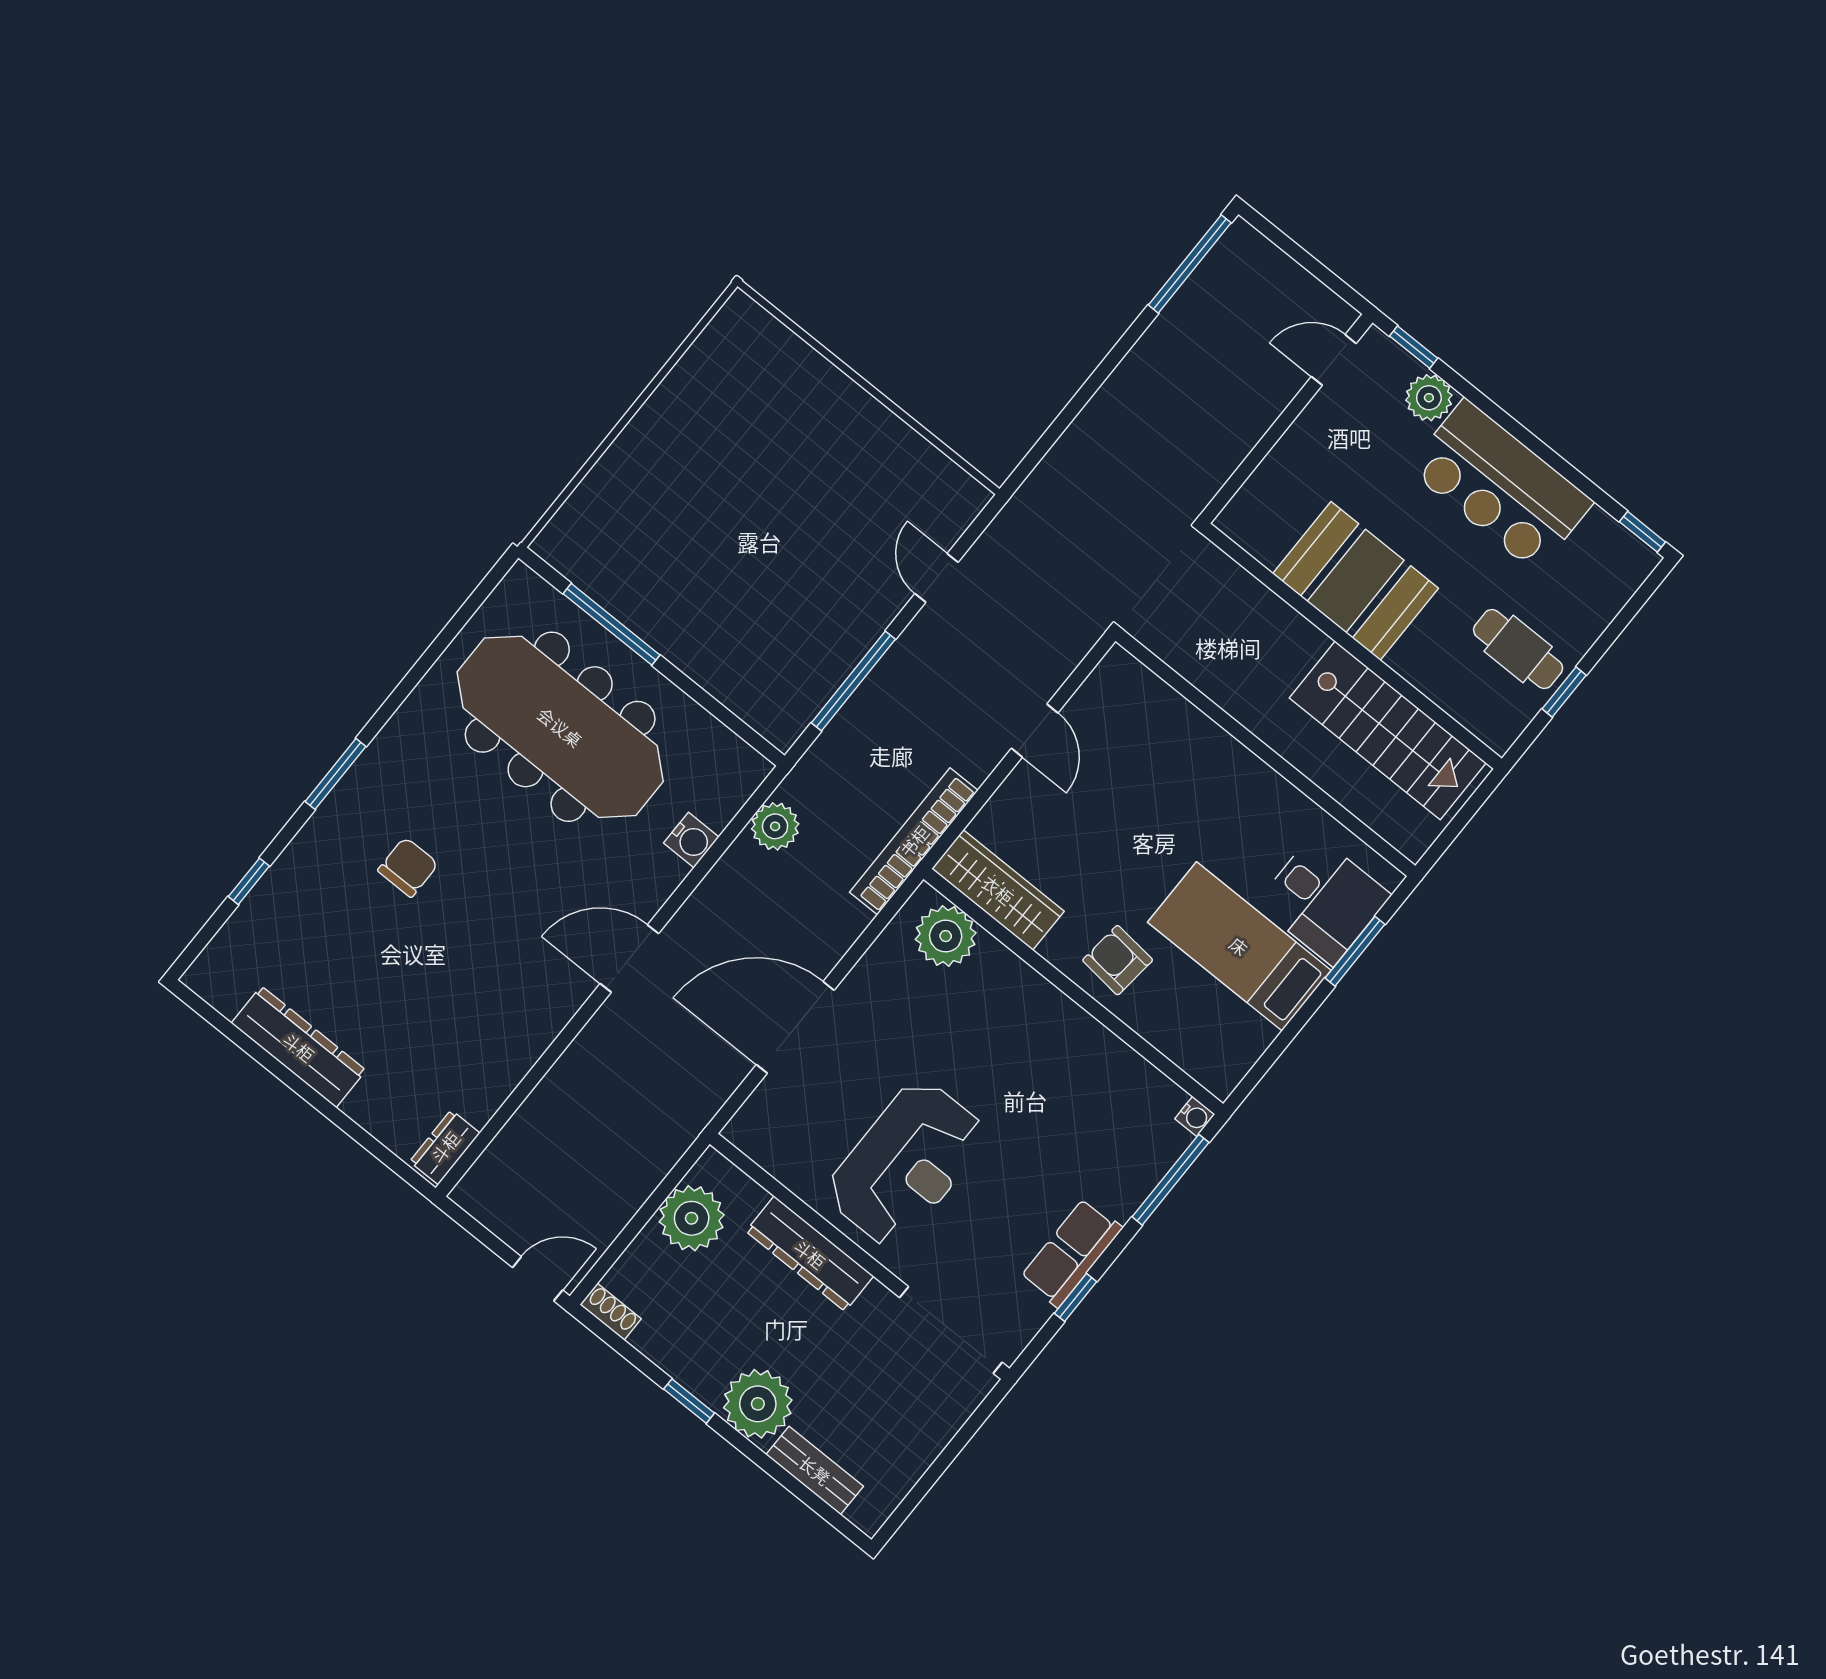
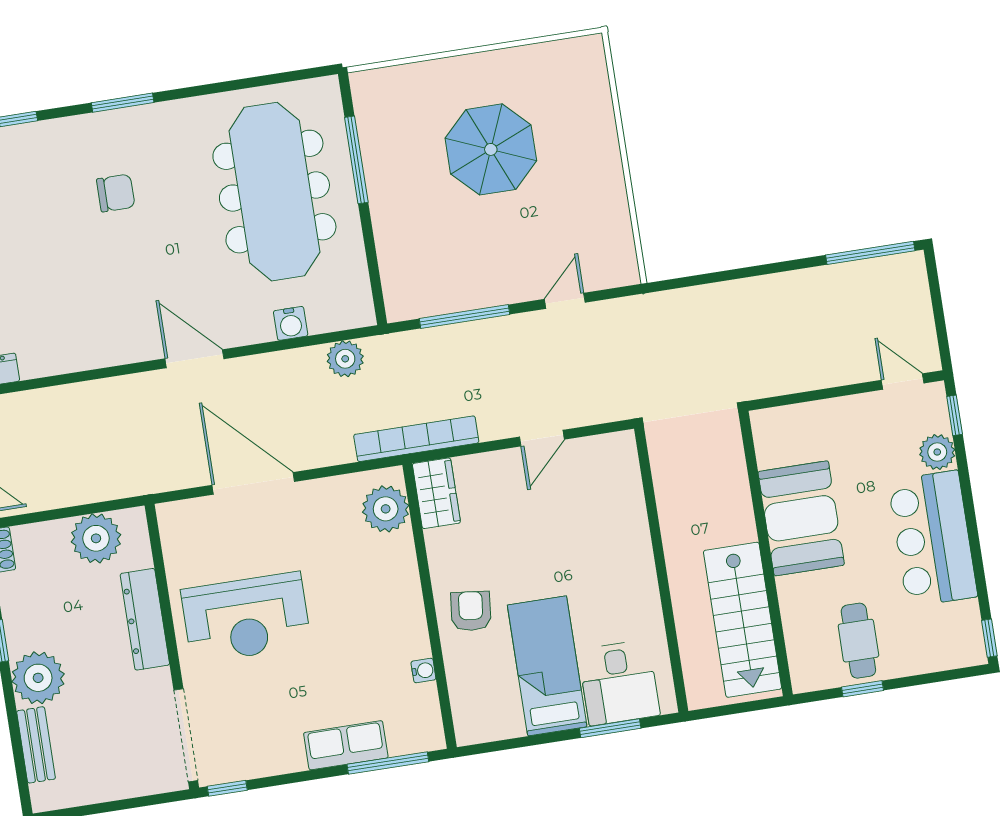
parasol: (732, 496) -> (491, 149), added
wardrobe: (998, 890) -> (436, 493), width x0.67
water cooler: (1195, 1116) -> (423, 671), moved, turned -90
row of seats: (1071, 1253) -> (346, 745), moved
window: (1076, 1297) -> (227, 788), moved

